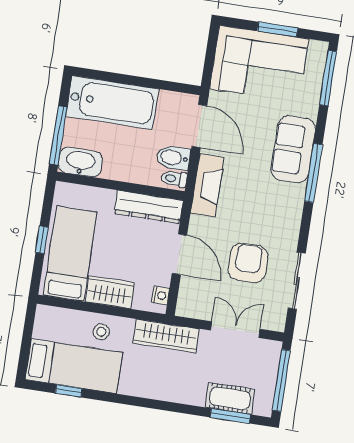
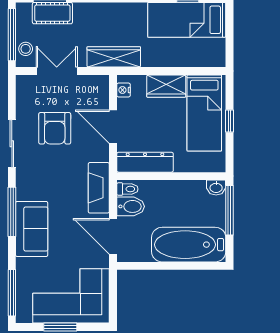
washbasin: (80, 162) -> (216, 187), width x0.52, depth x0.69
sliding door: (297, 281) -> (12, 144), moved
double door: (235, 330) -> (57, 71), swing flipped
stool: (101, 332) -> (26, 49), moved

